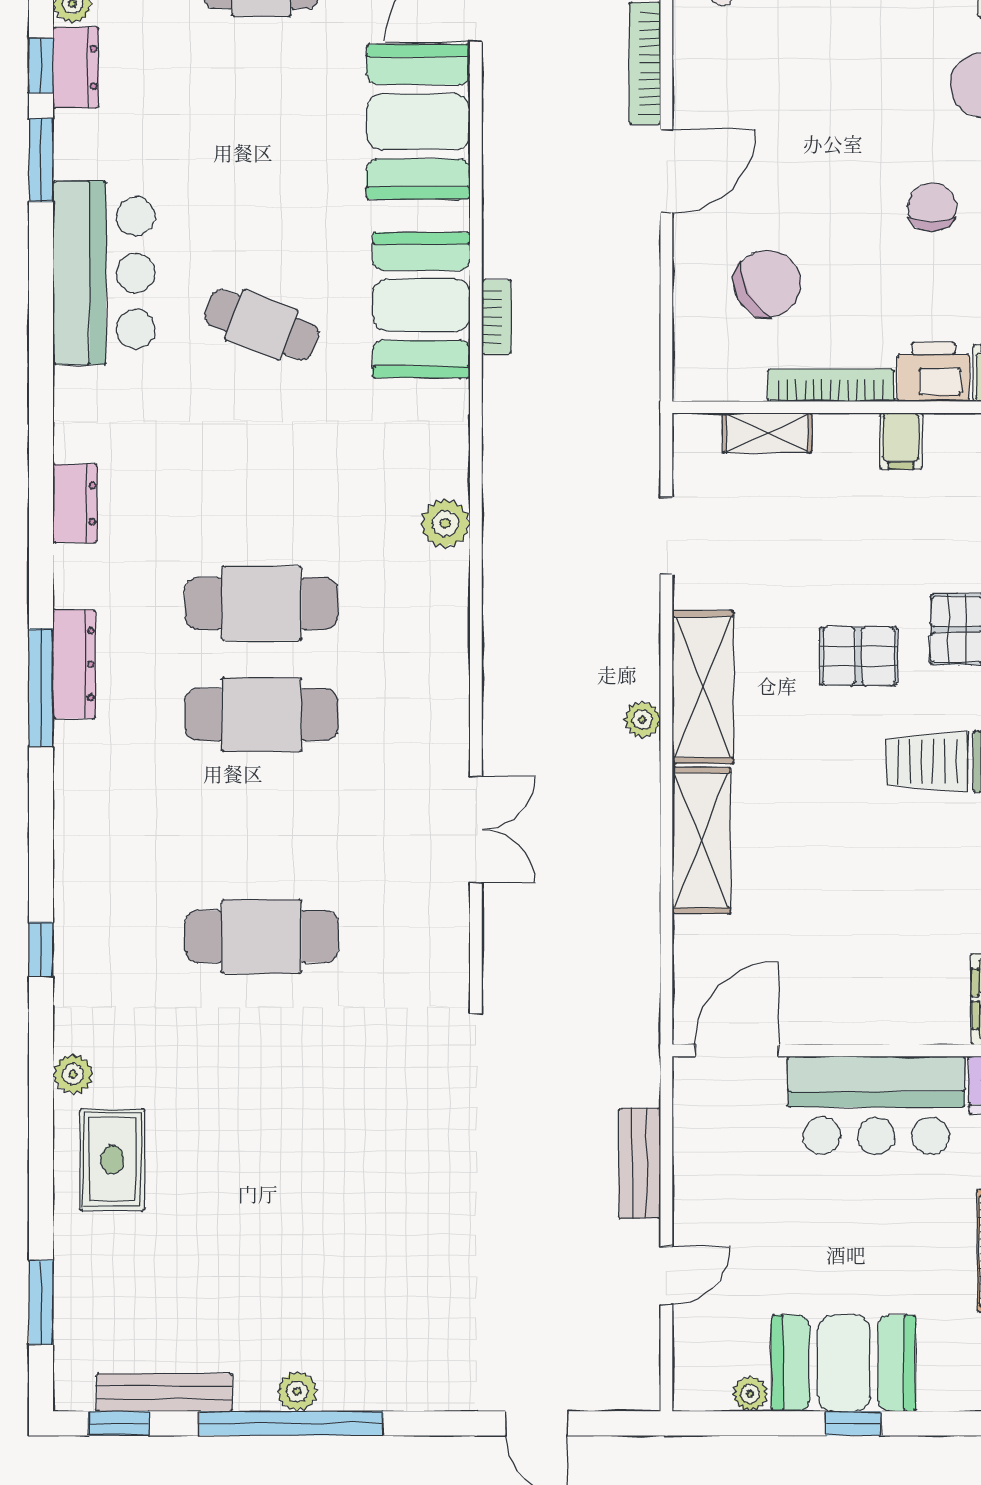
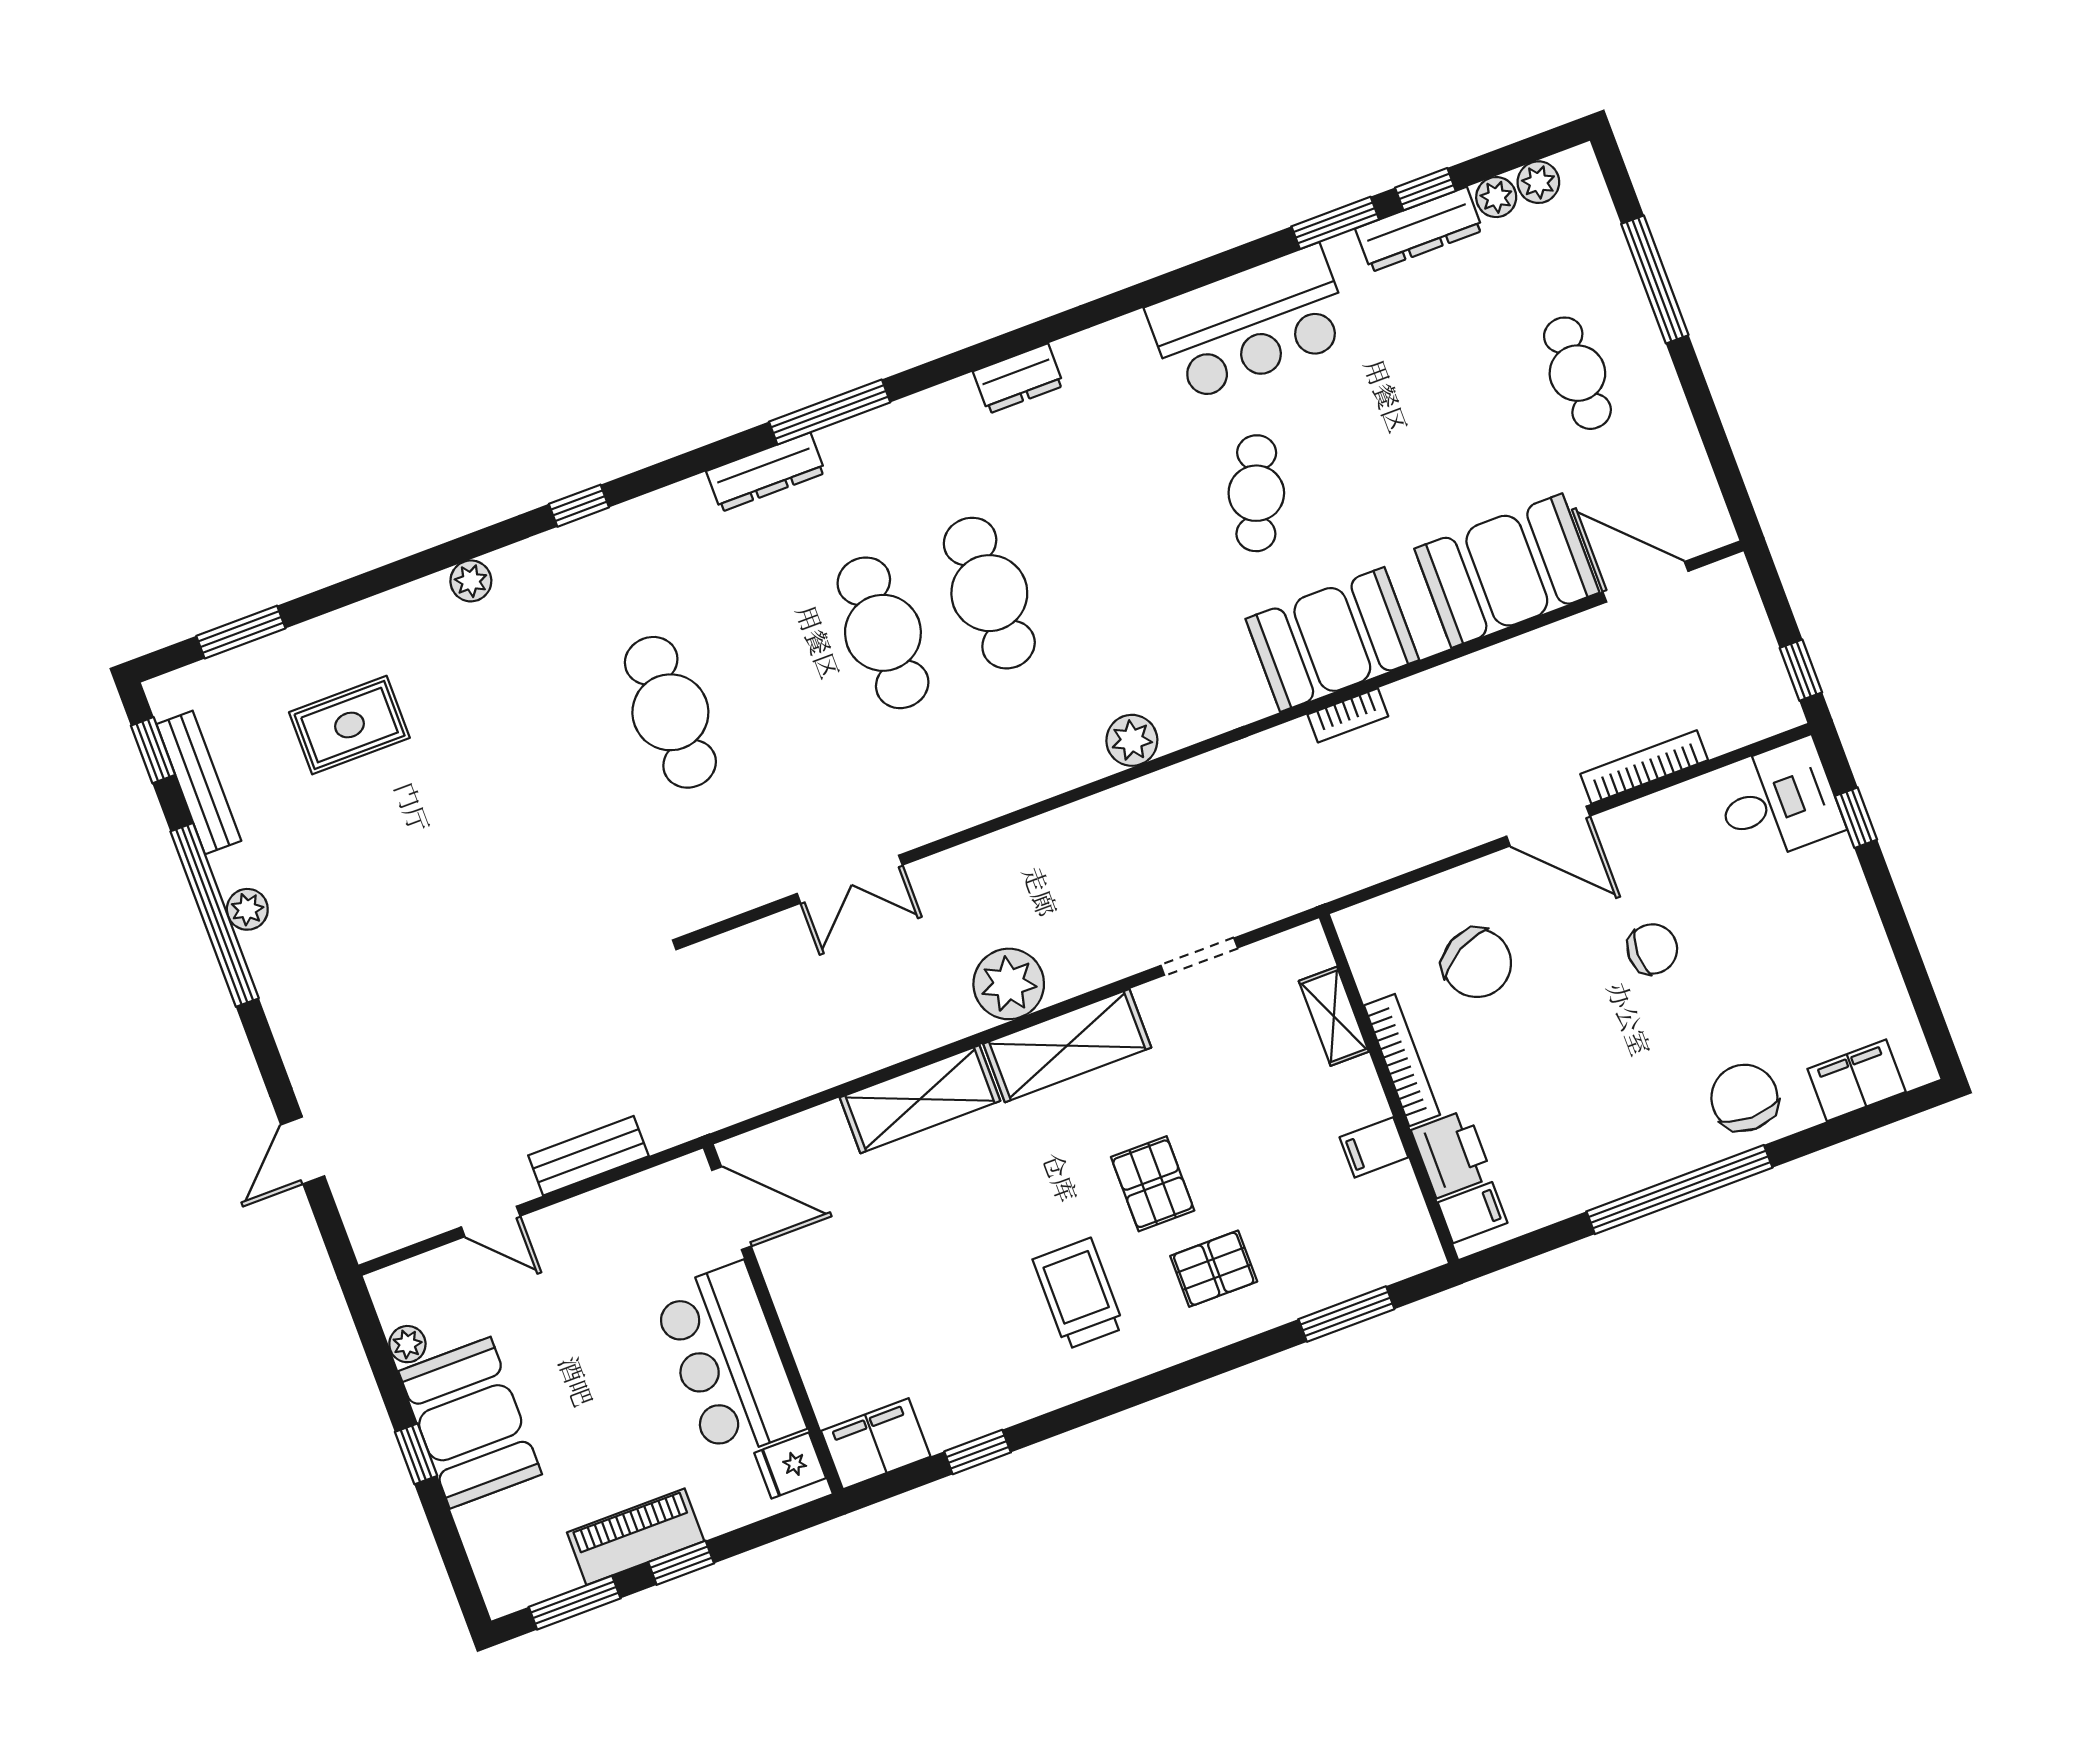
dresser: (76, 68) -> (1419, 229), width x1.44
chair: (932, 207) -> (1652, 949), moved
dresser: (74, 664) -> (766, 472), moved
plant: (642, 720) -> (1009, 984), width x1.88, depth x1.88
rug: (112, 1160) -> (349, 725), moved

